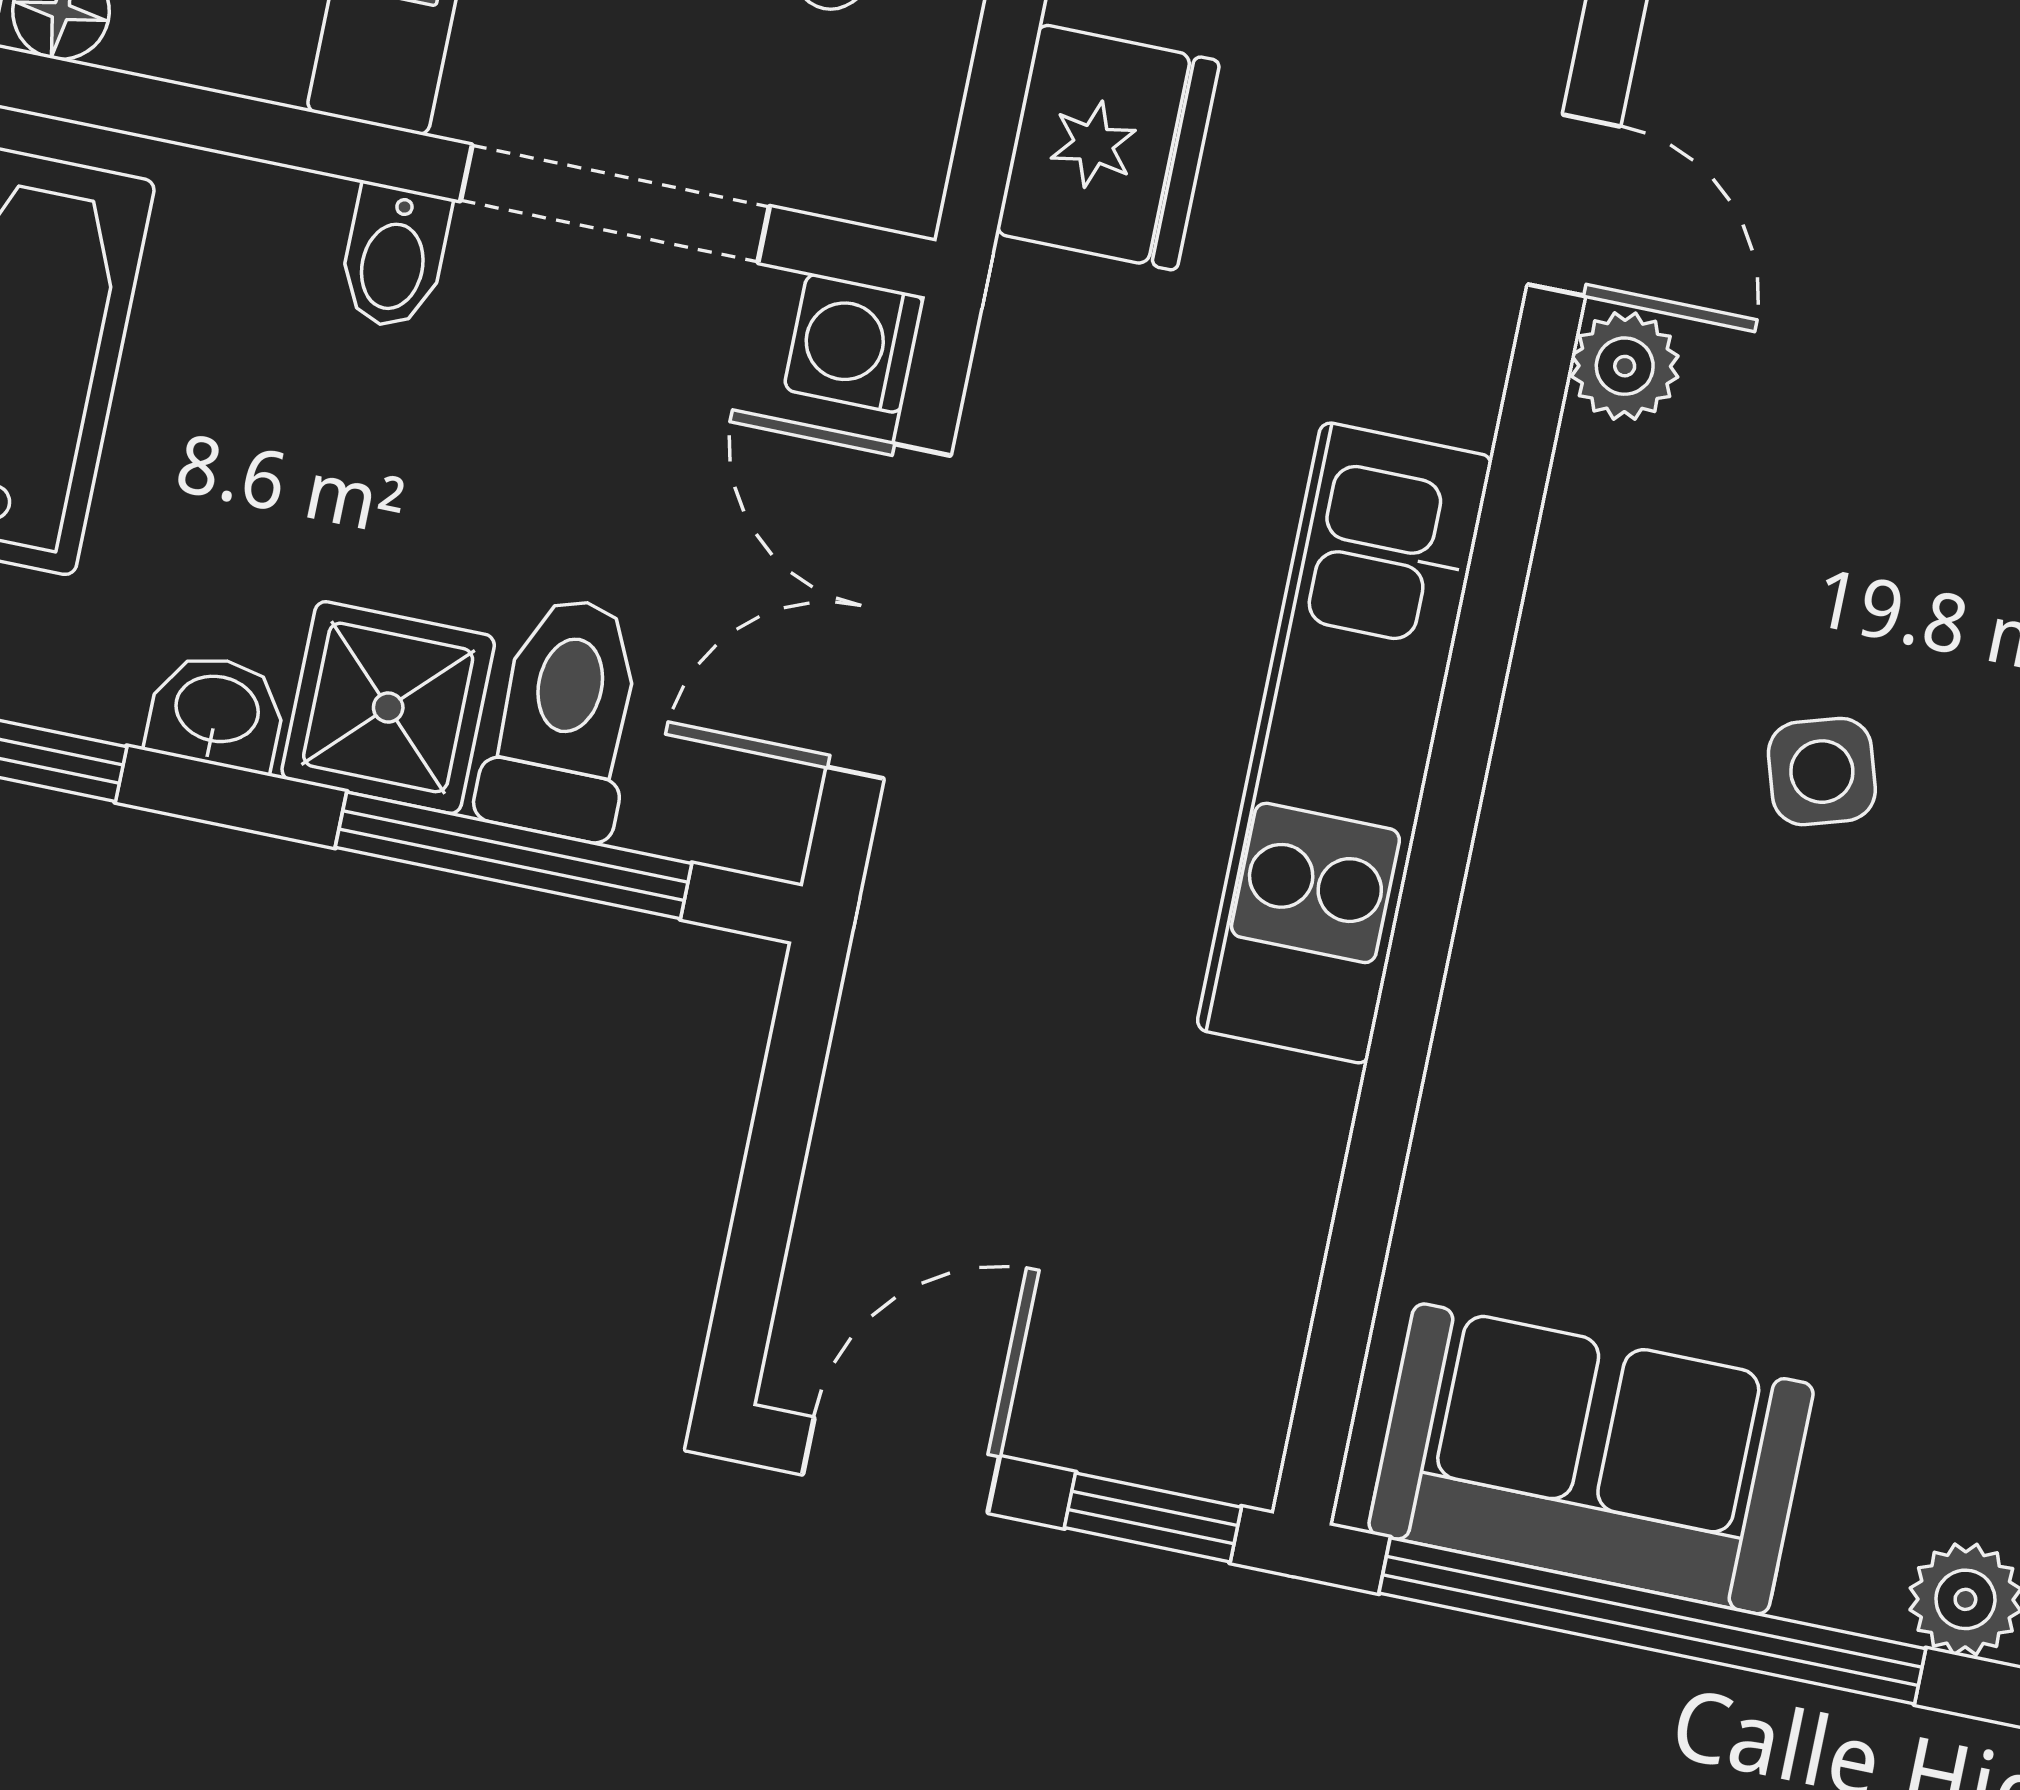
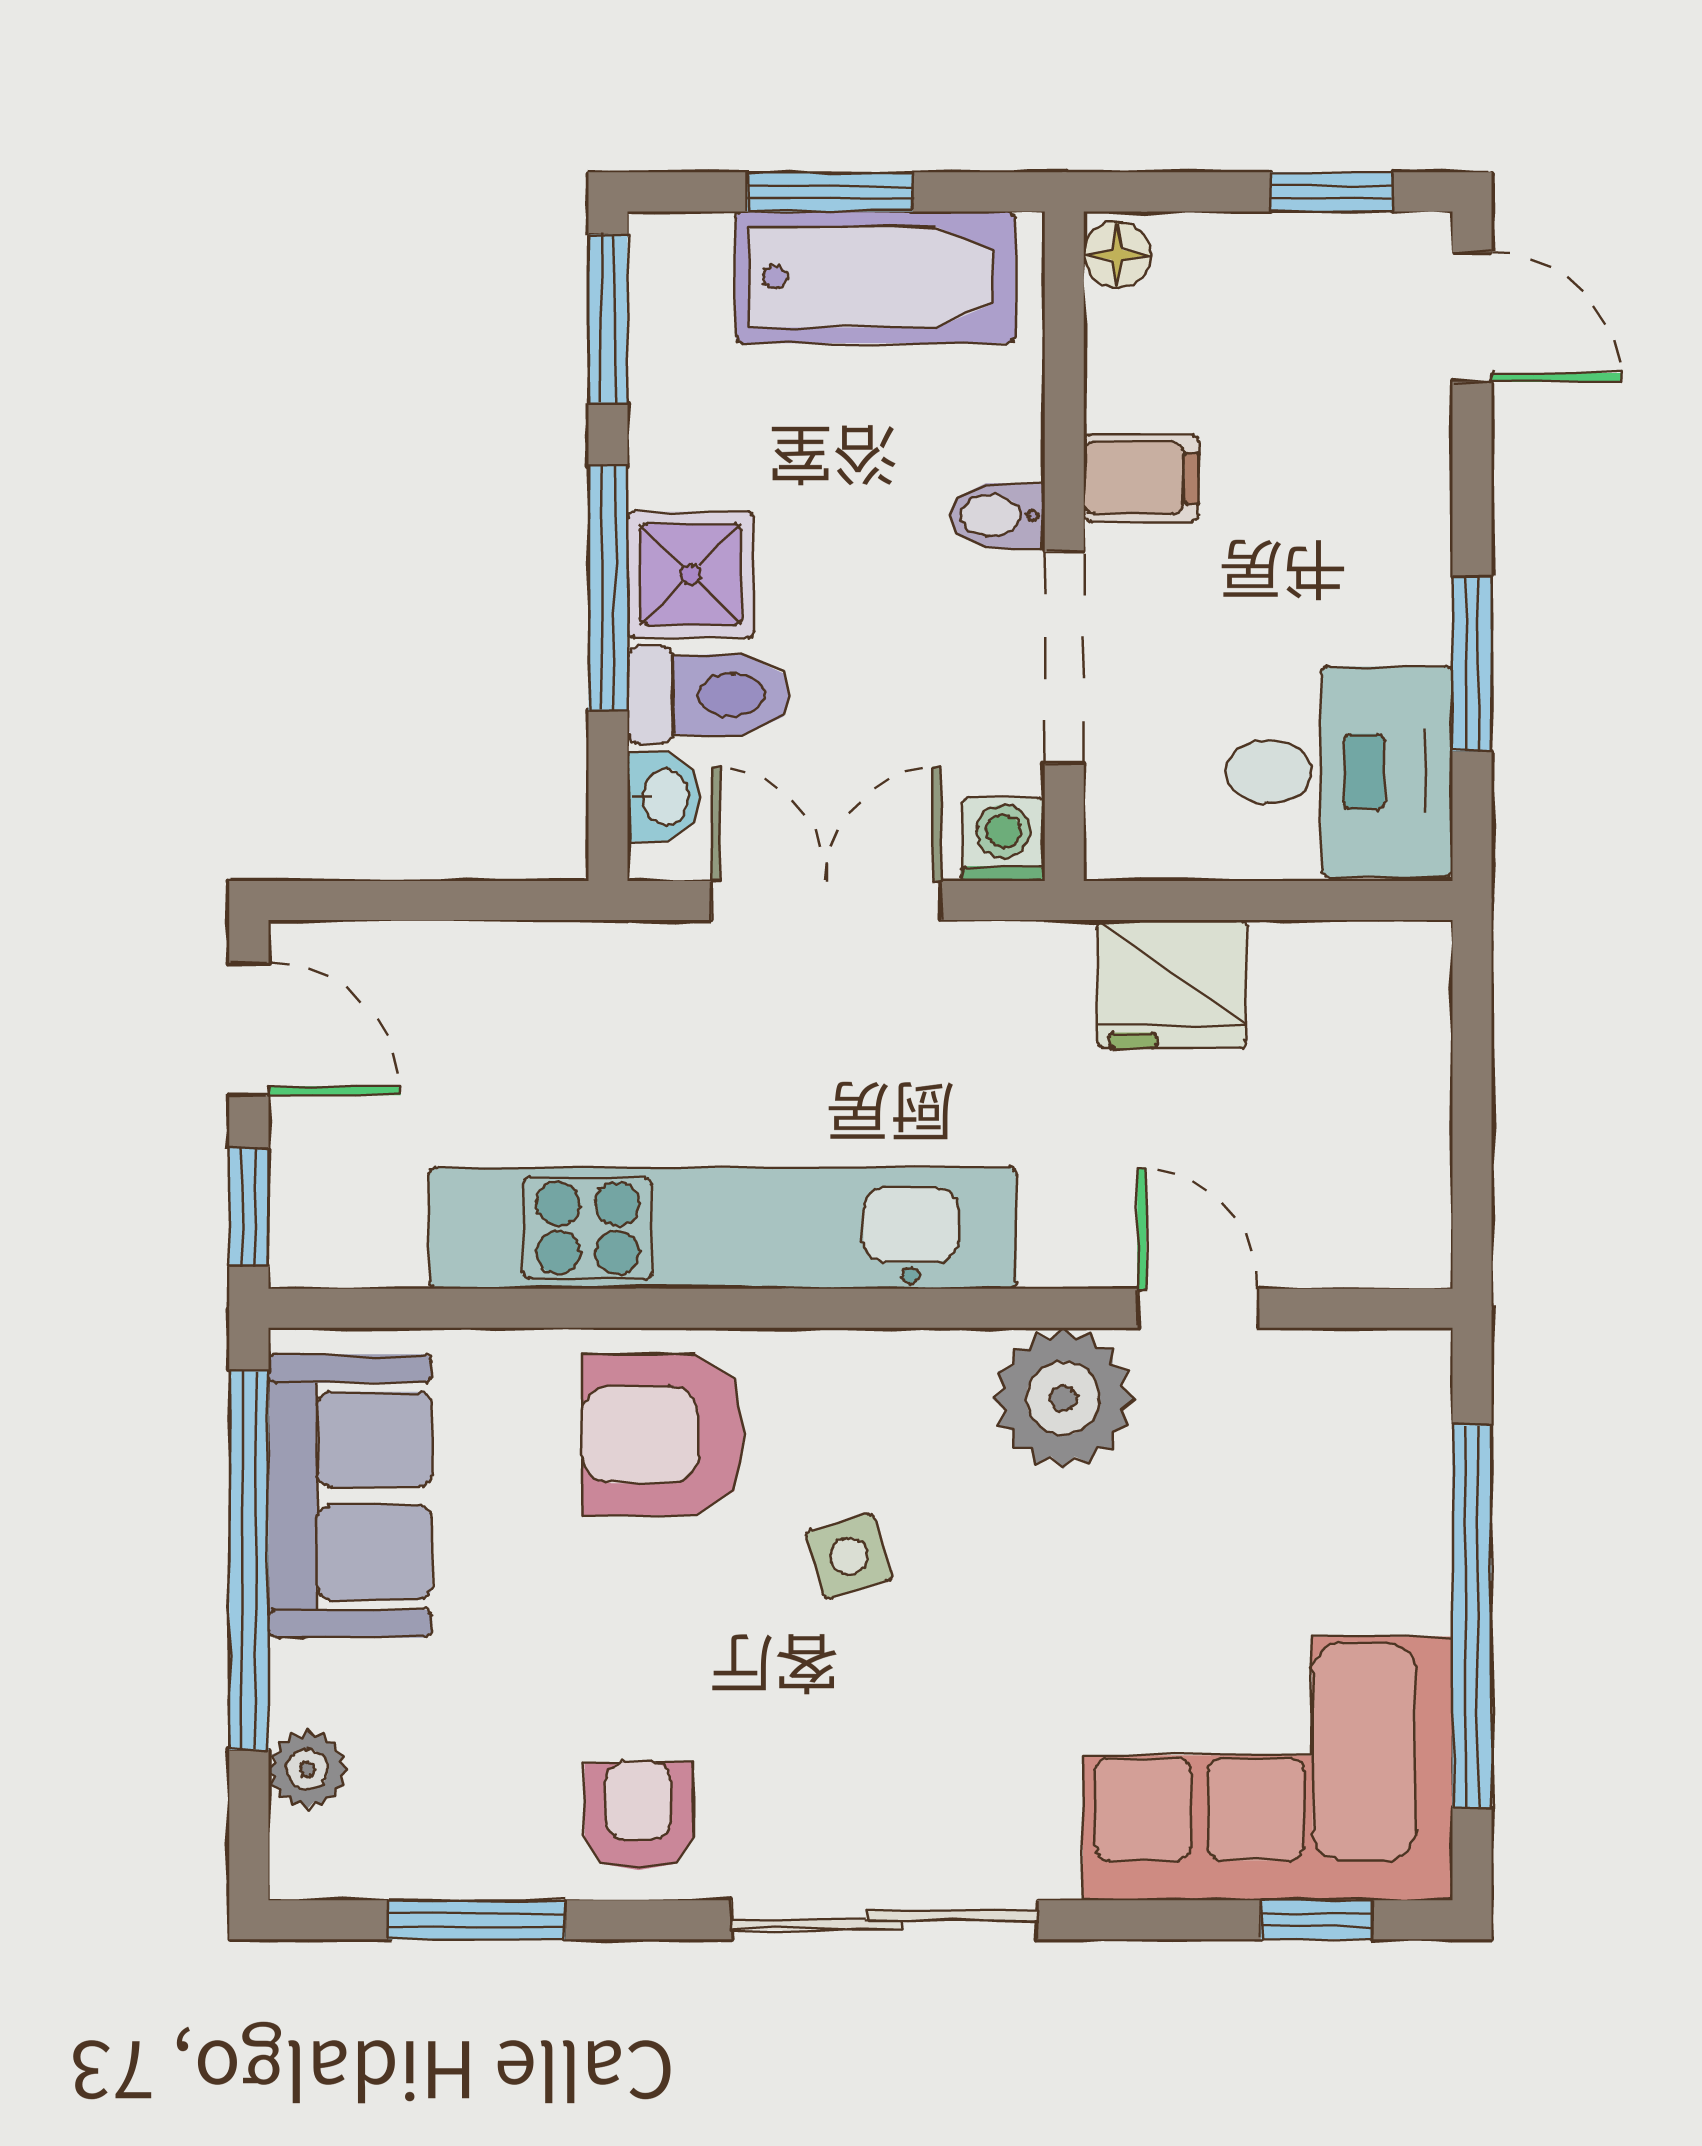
door: (1574, 205) -> (1198, 1308), swing flipped
plant: (1625, 366) -> (1063, 1398), width x1.88, depth x1.88
washbasin: (216, 712) -> (664, 797), moved
kitchen unit: (1344, 743) -> (723, 1228), width x1.36
window: (514, 855) -> (608, 588), moved
armchair: (1596, 999) -> (663, 1434), added

